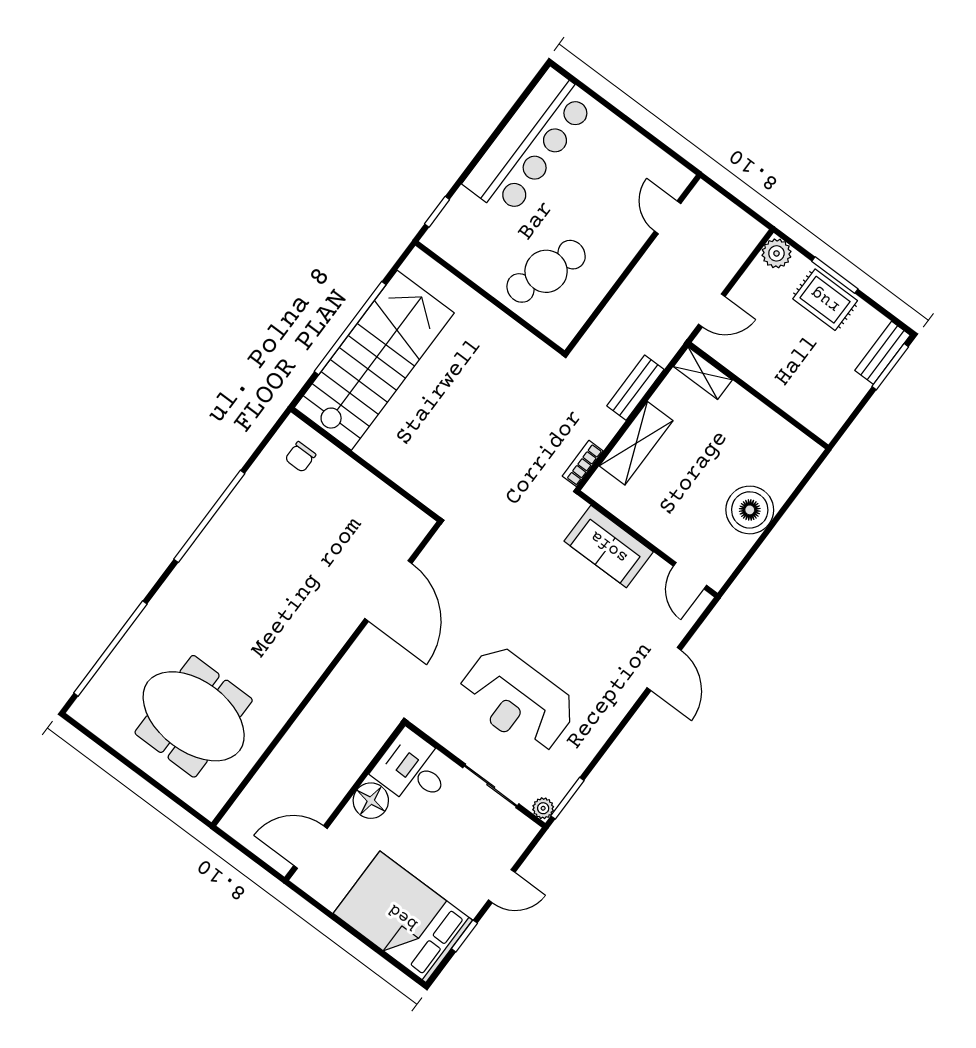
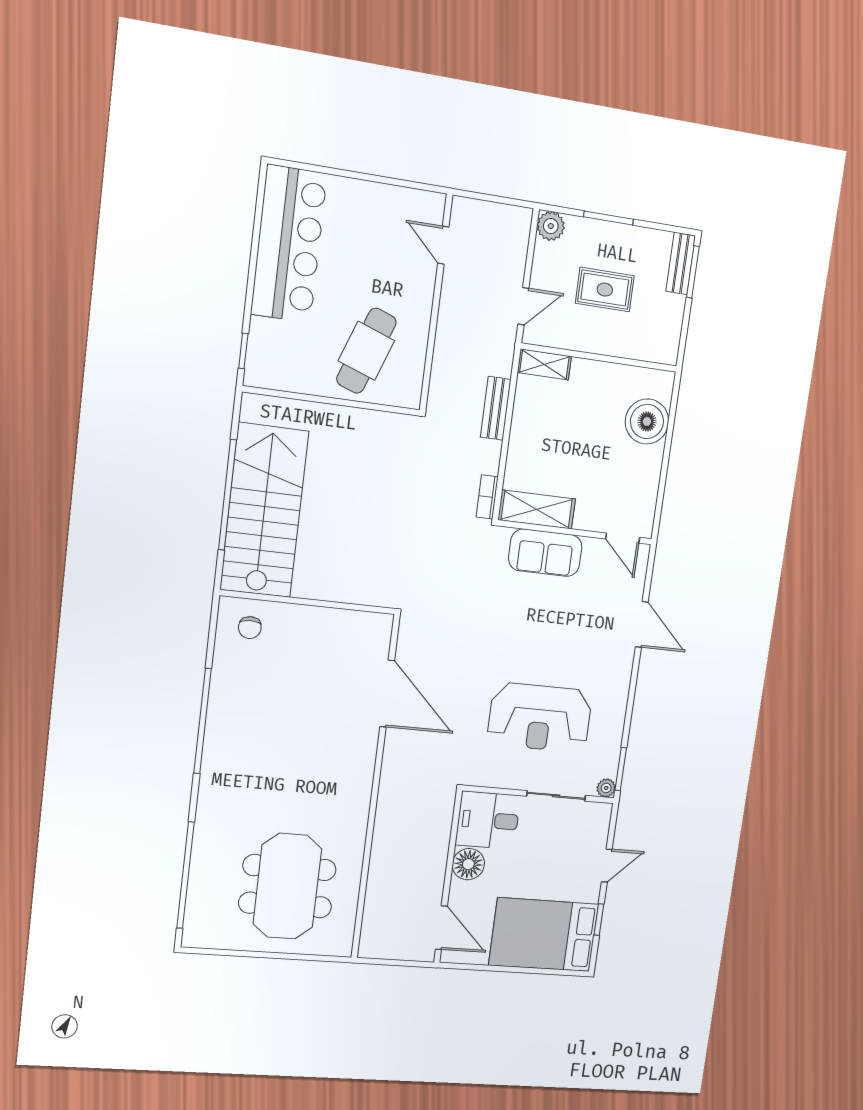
rug: (825, 300) -> (605, 290), moved
shelving: (636, 443) -> (537, 509), moved, turned 90
boiler: (750, 510) -> (647, 421), moved
meeting table: (194, 716) -> (287, 886), turned 90
door: (310, 847) -> (441, 928), swing flipped

